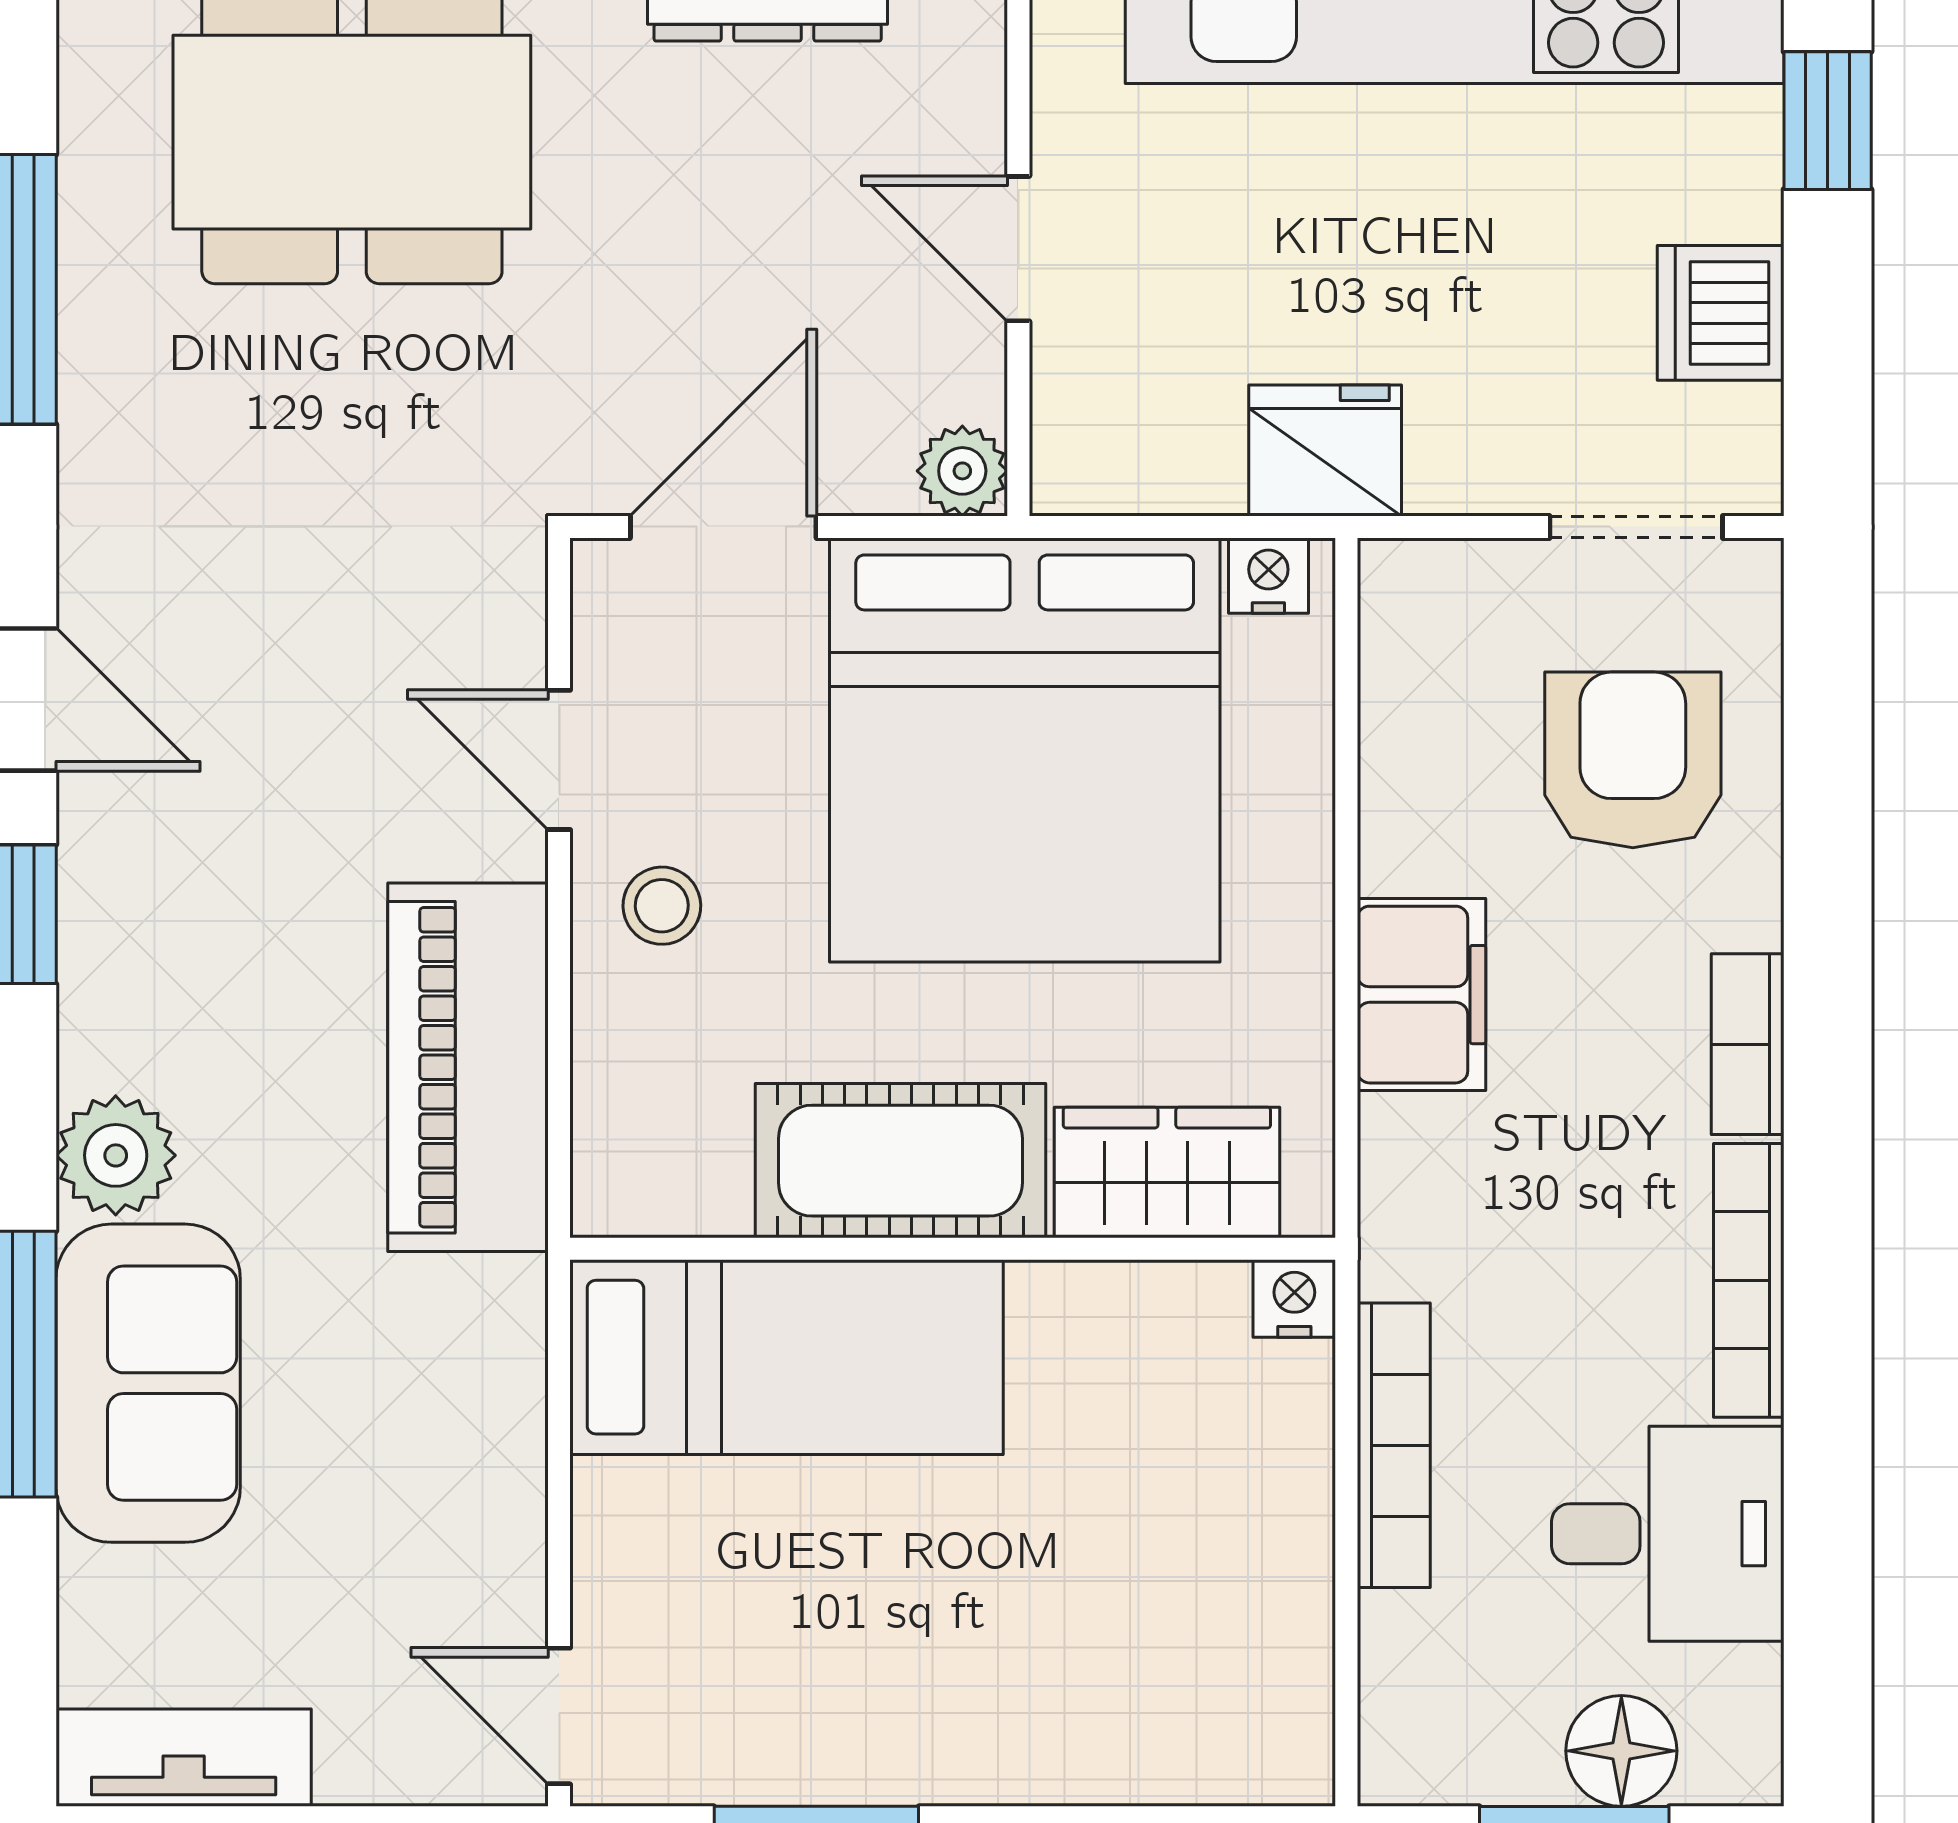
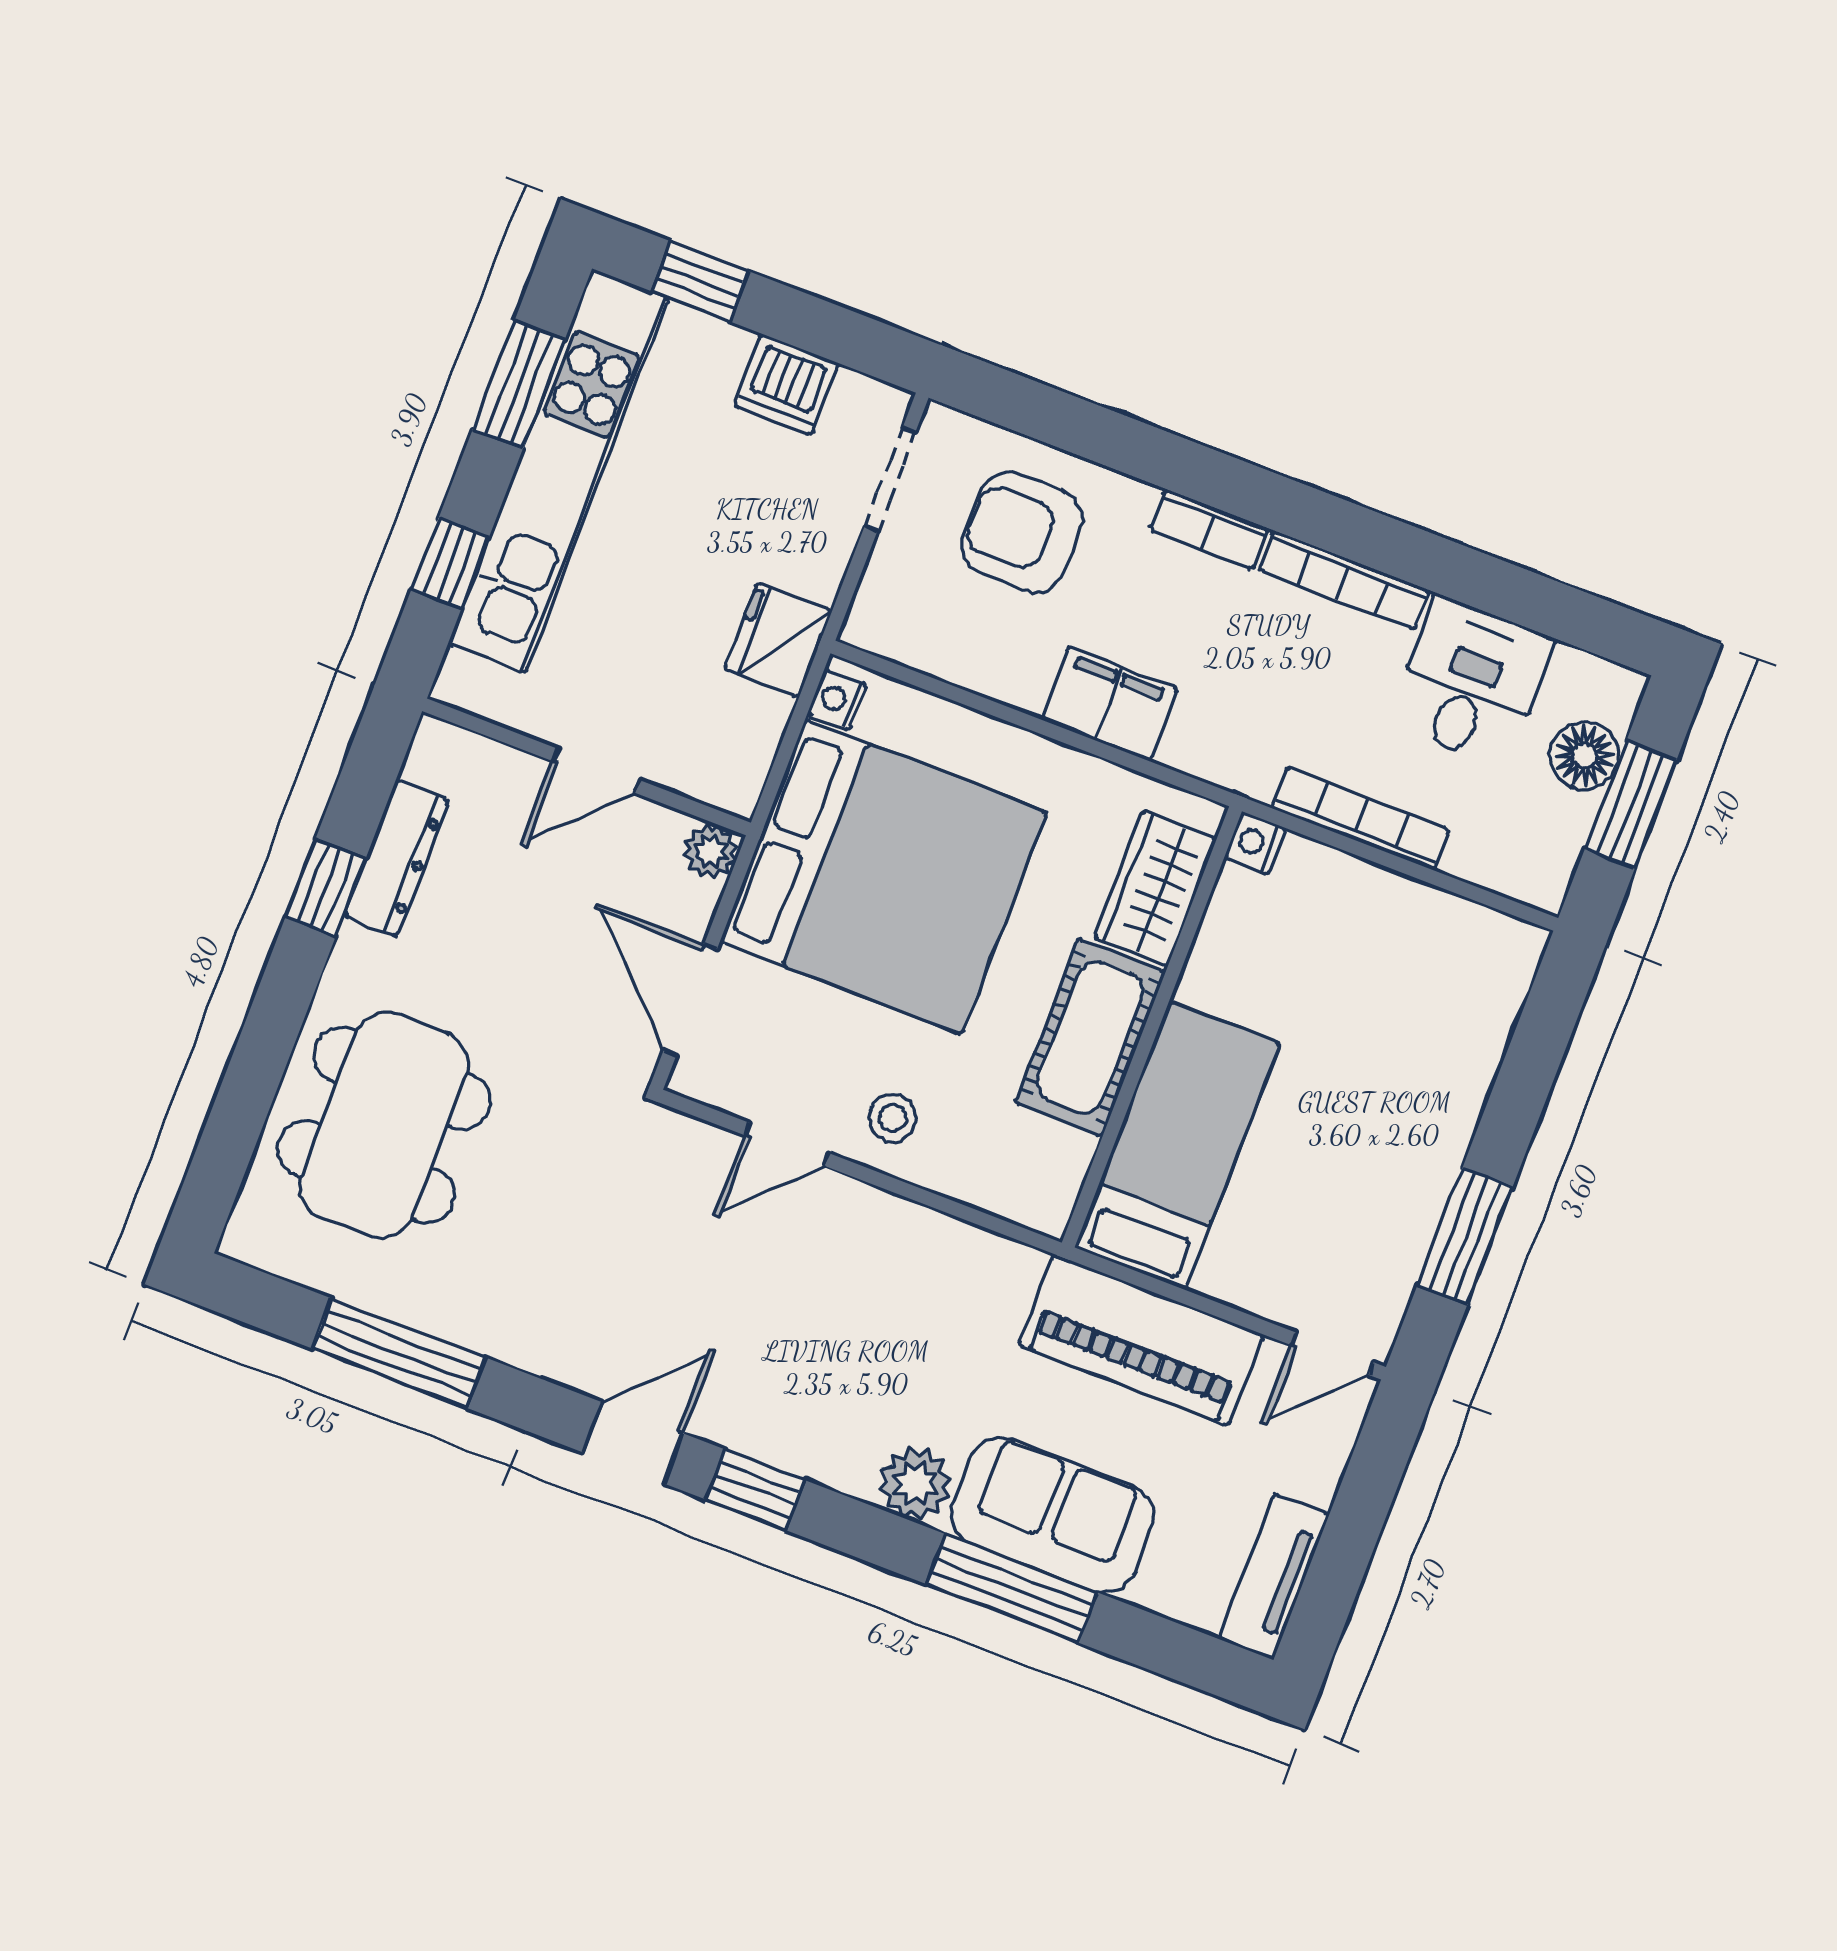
piano: (468, 1067) -> (1141, 1340), moved

